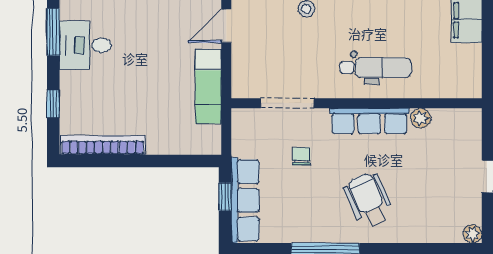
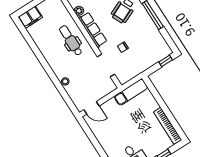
exam couch: (208, 87) -> (131, 92), moved
window: (225, 197) -> (166, 61), moved
row of seats: (245, 200) -> (154, 58), removed

